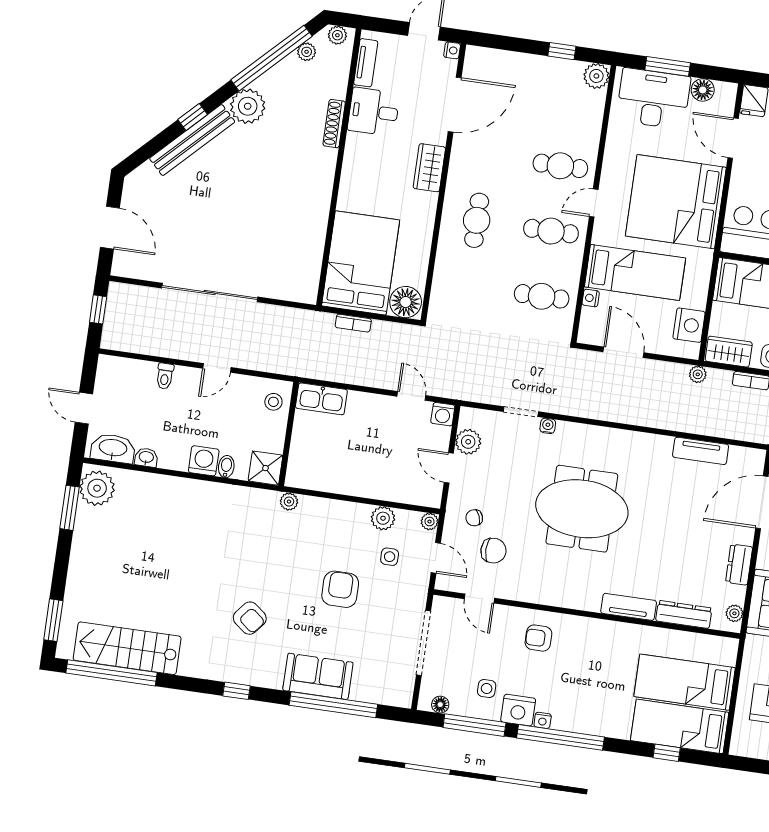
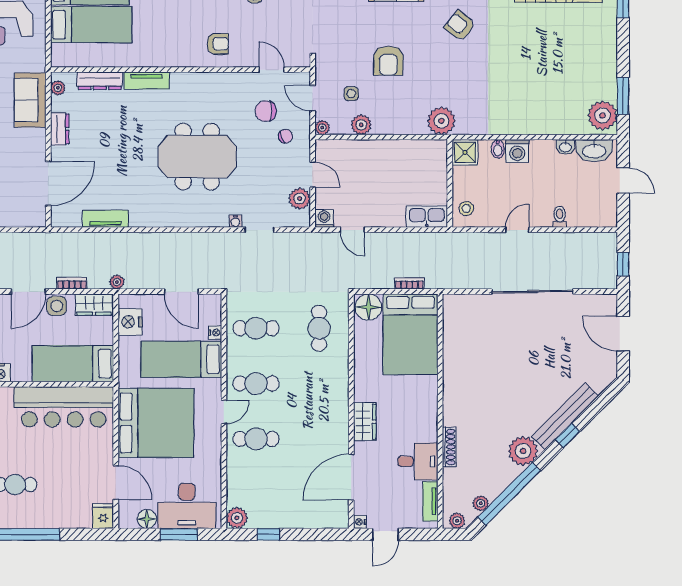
cafe table: (477, 220) -> (319, 328), moved
plant: (289, 502) -> (441, 121), width x1.88, depth x1.88

